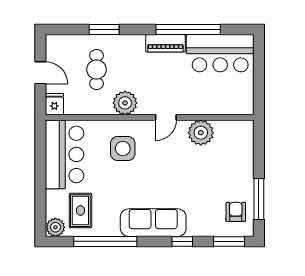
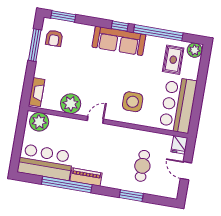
plant: (125, 103) -> (39, 122), moved
fireplace: (246, 140) -> (37, 92), added
window: (182, 241) -> (120, 26), moved

